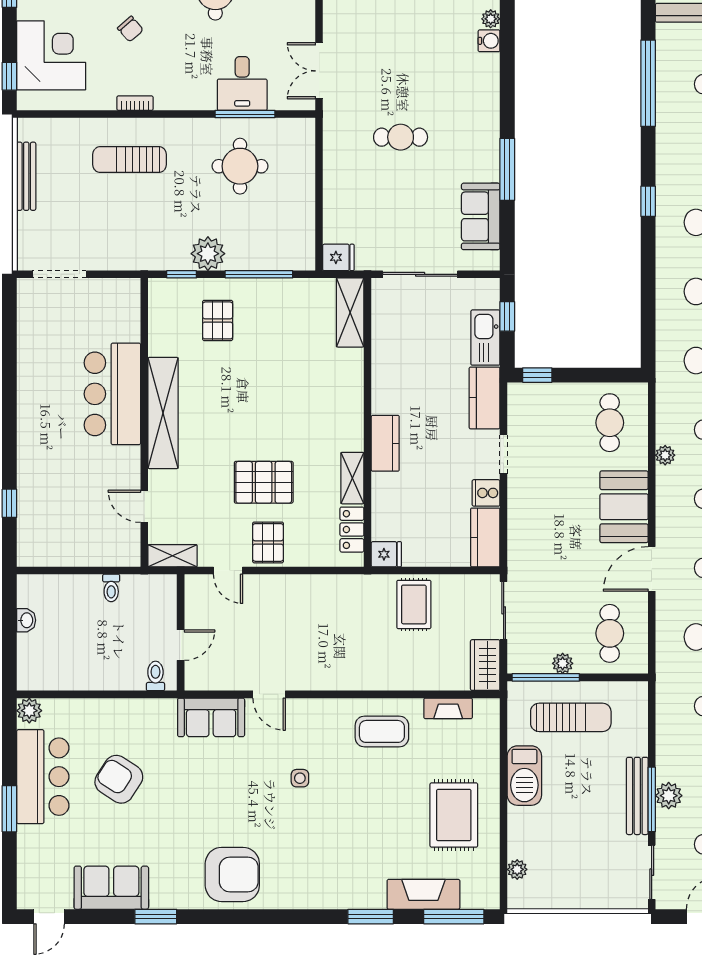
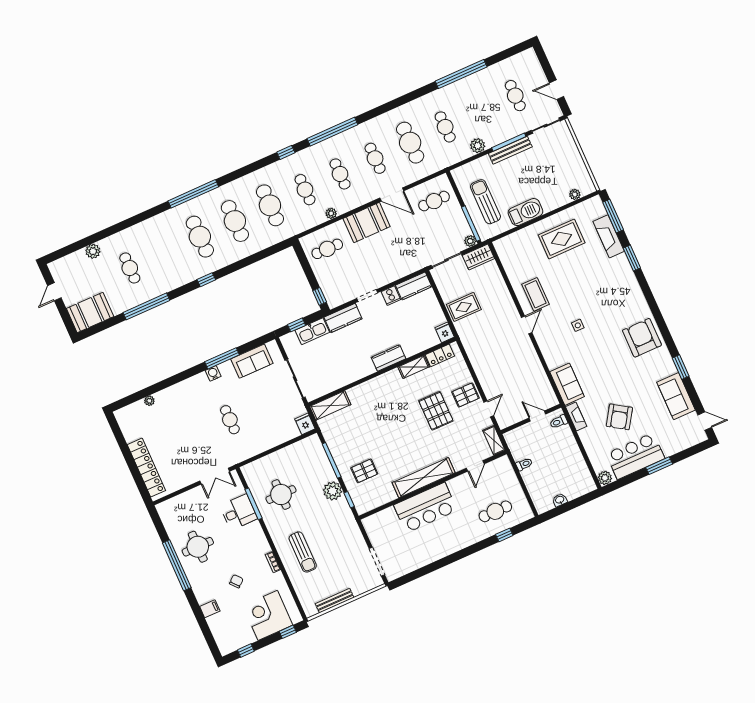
water cooler: (489, 41) -> (213, 373), moved
cafe table: (55, 506) -> (495, 511), added
plant: (563, 663) -> (470, 241), moved
door: (269, 694) -> (527, 325), moved
fireplace: (448, 708) -> (576, 416), moved
plant: (669, 796) -> (478, 146), moved

